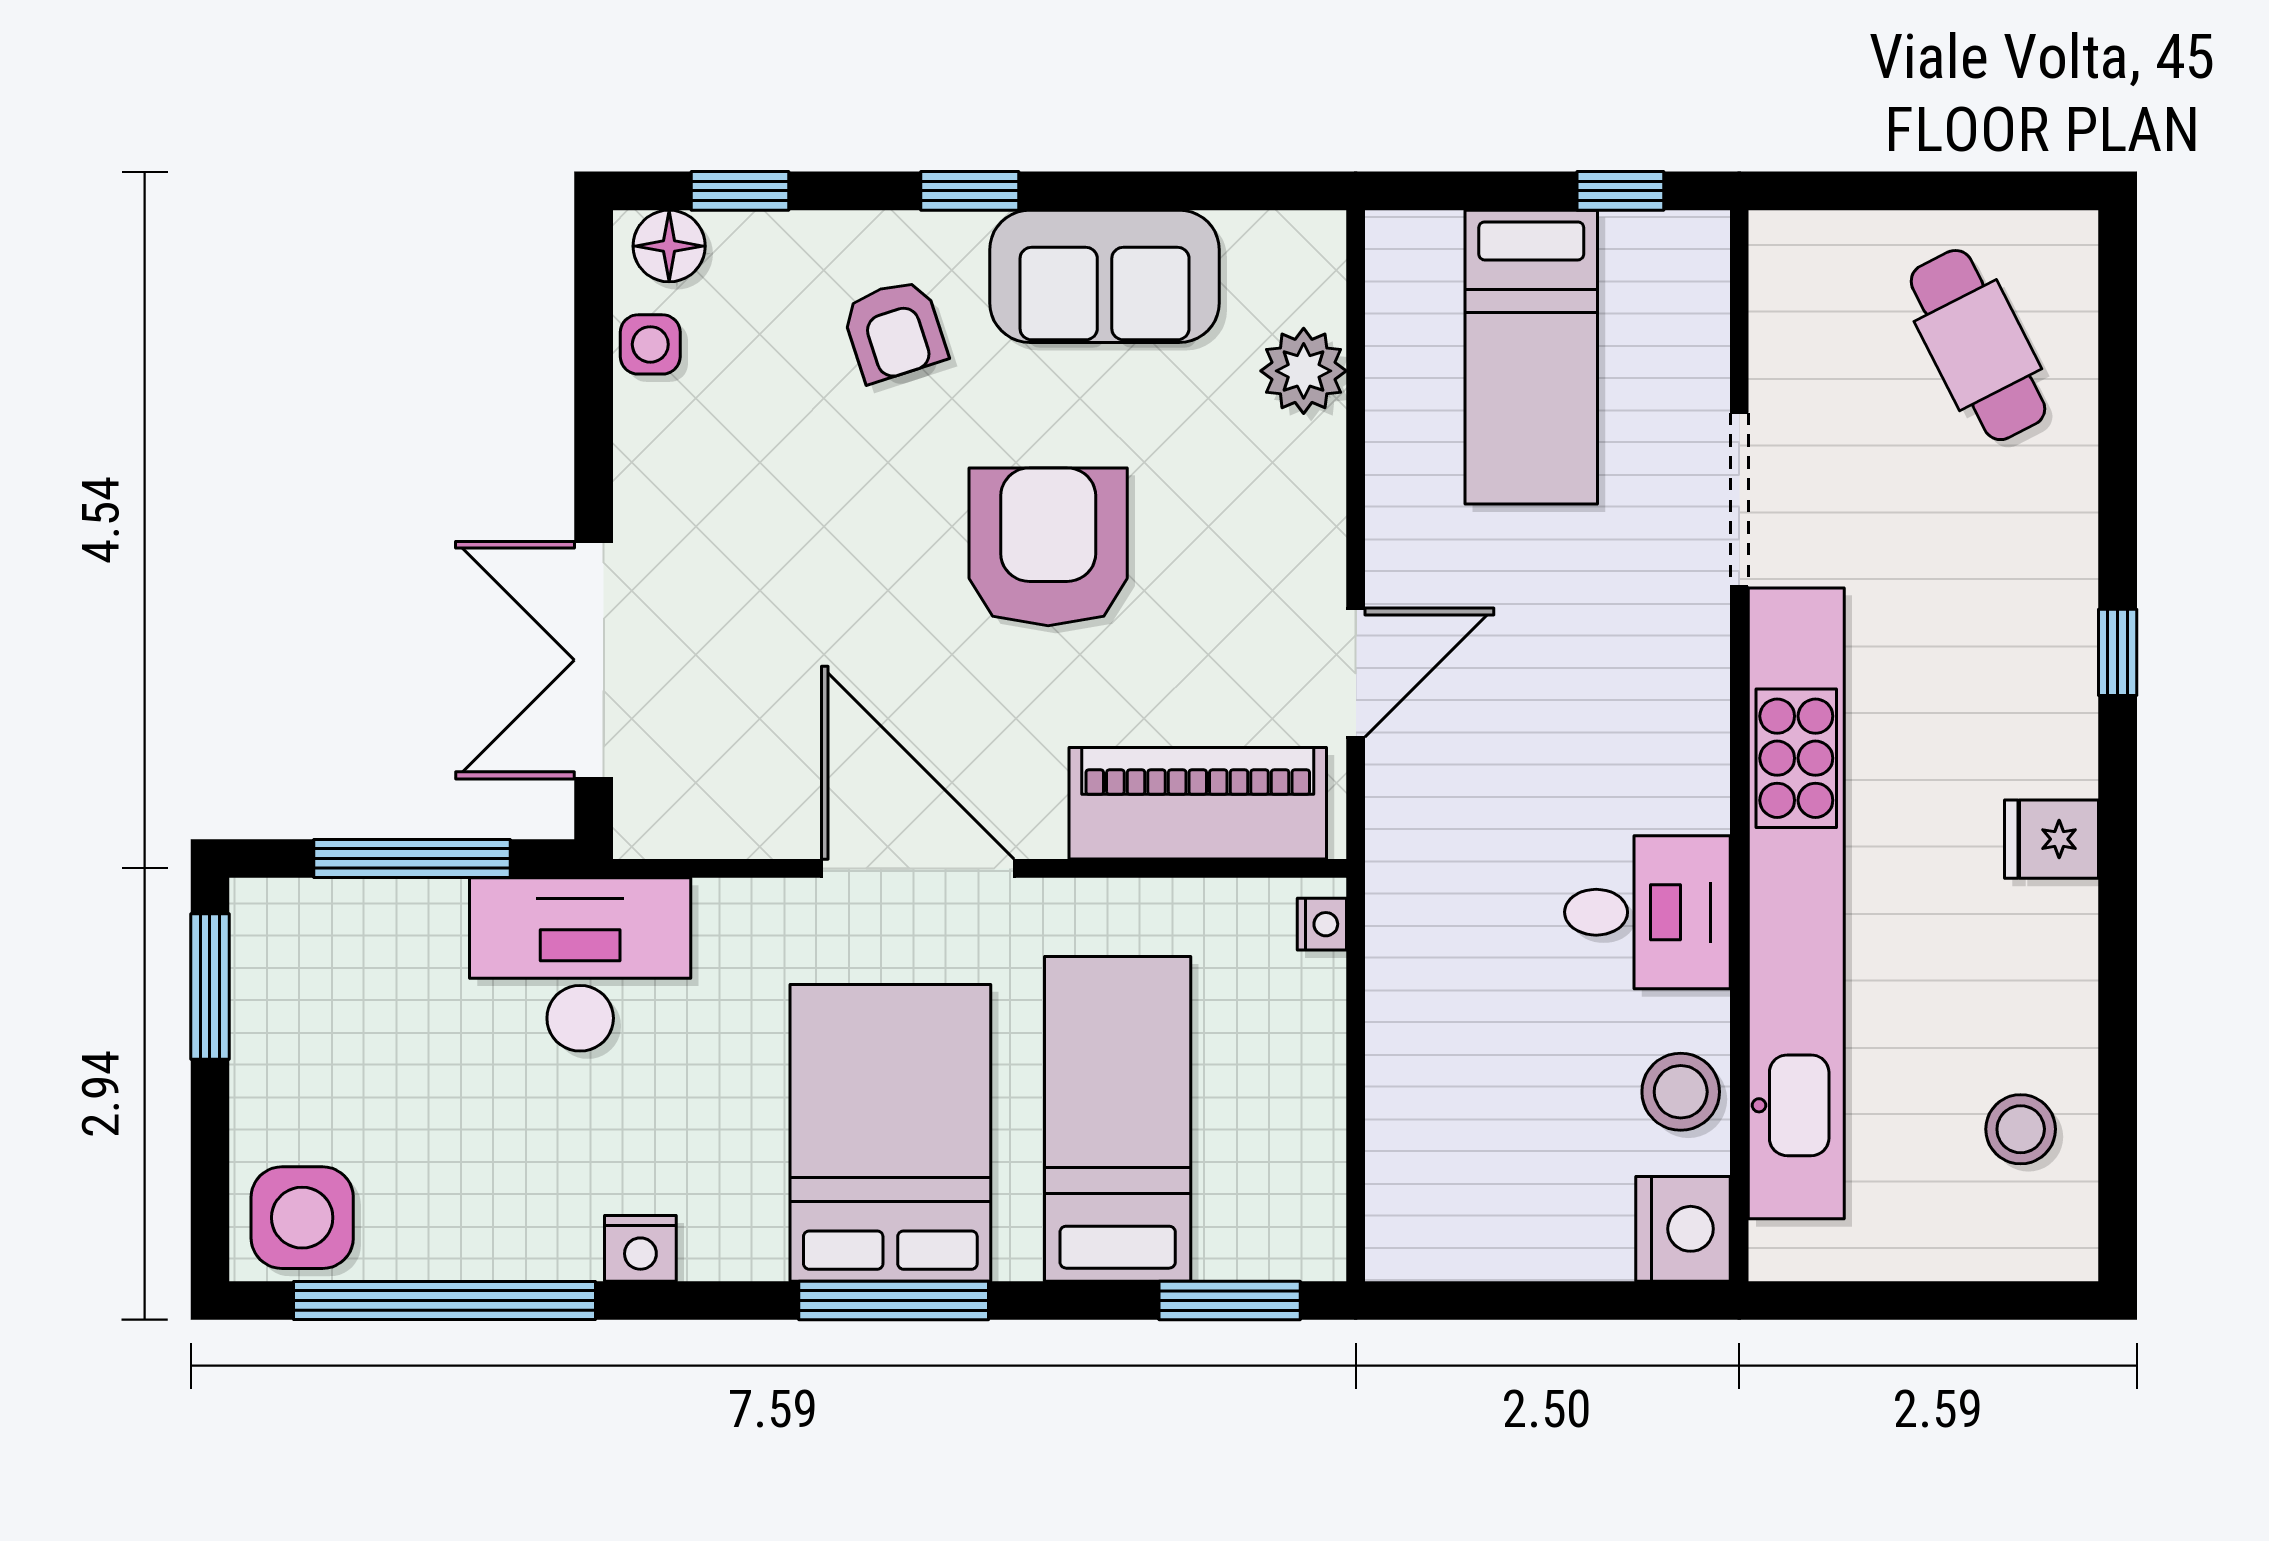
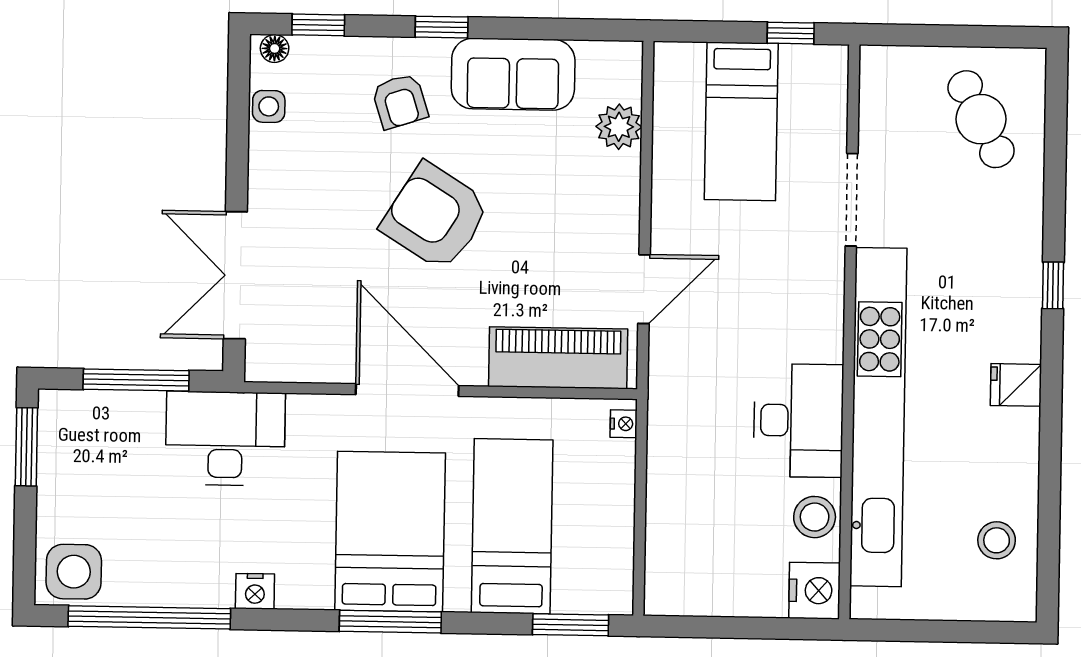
floor lamp: (669, 246) -> (275, 48), width x0.73, depth x0.73
armchair: (1048, 547) -> (435, 217), moved, turned -58
desk: (1647, 912) -> (798, 420), width x1.37

